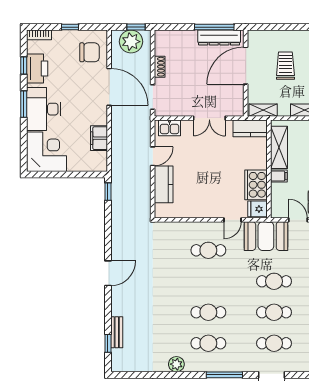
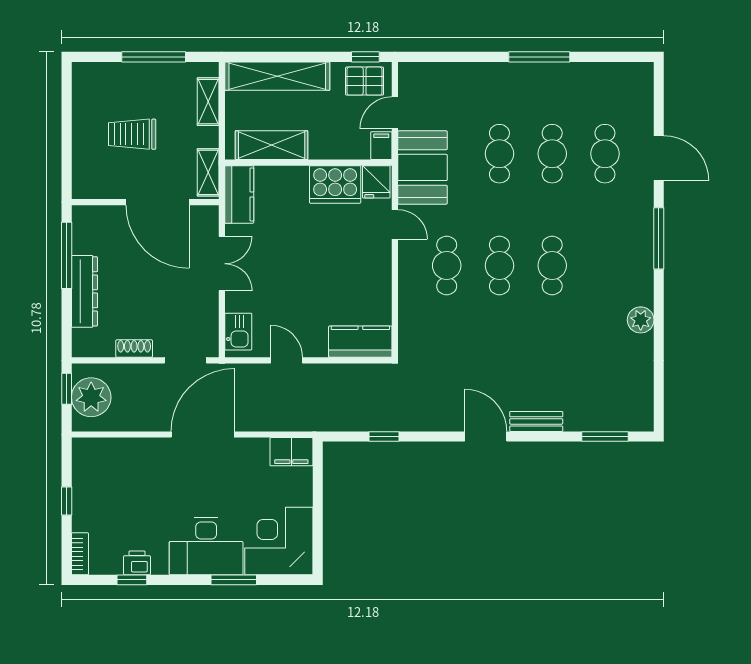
dresser: (219, 38) -> (84, 291), moved
chair: (90, 52) -> (110, 468), removed
door: (246, 66) -> (157, 202), moved
printer: (37, 68) -> (137, 563), width x0.53, depth x0.68
door: (109, 87) -> (203, 435), moved
window: (24, 104) -> (234, 580), moved
filing cabinet: (99, 138) -> (291, 452), moved
filing cabinet: (279, 176) -> (381, 146), moved
kitchen counter: (164, 184) -> (360, 342), moved
window: (108, 192) -> (384, 436), moved
bench: (117, 332) -> (536, 421), moved
window: (108, 343) -> (605, 436), width x1.50
cafe table: (208, 343) -> (499, 265), moved

